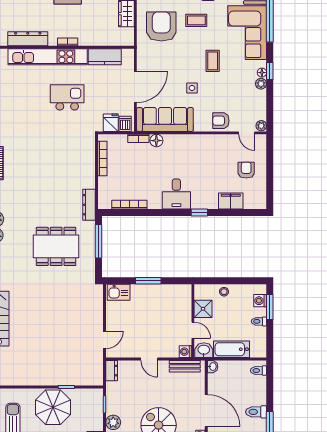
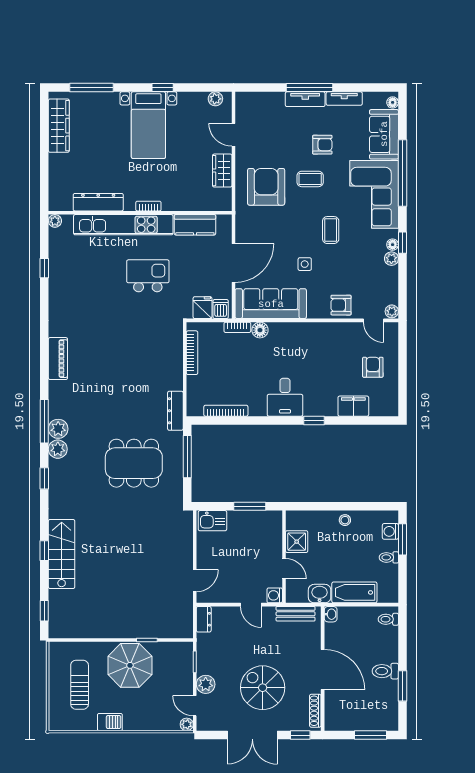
shower: (203, 309) -> (297, 542), moved
wall: (193, 321) -> (284, 557), moved
door: (193, 330) -> (284, 569), moved
washing machine: (185, 352) -> (275, 595), moved

